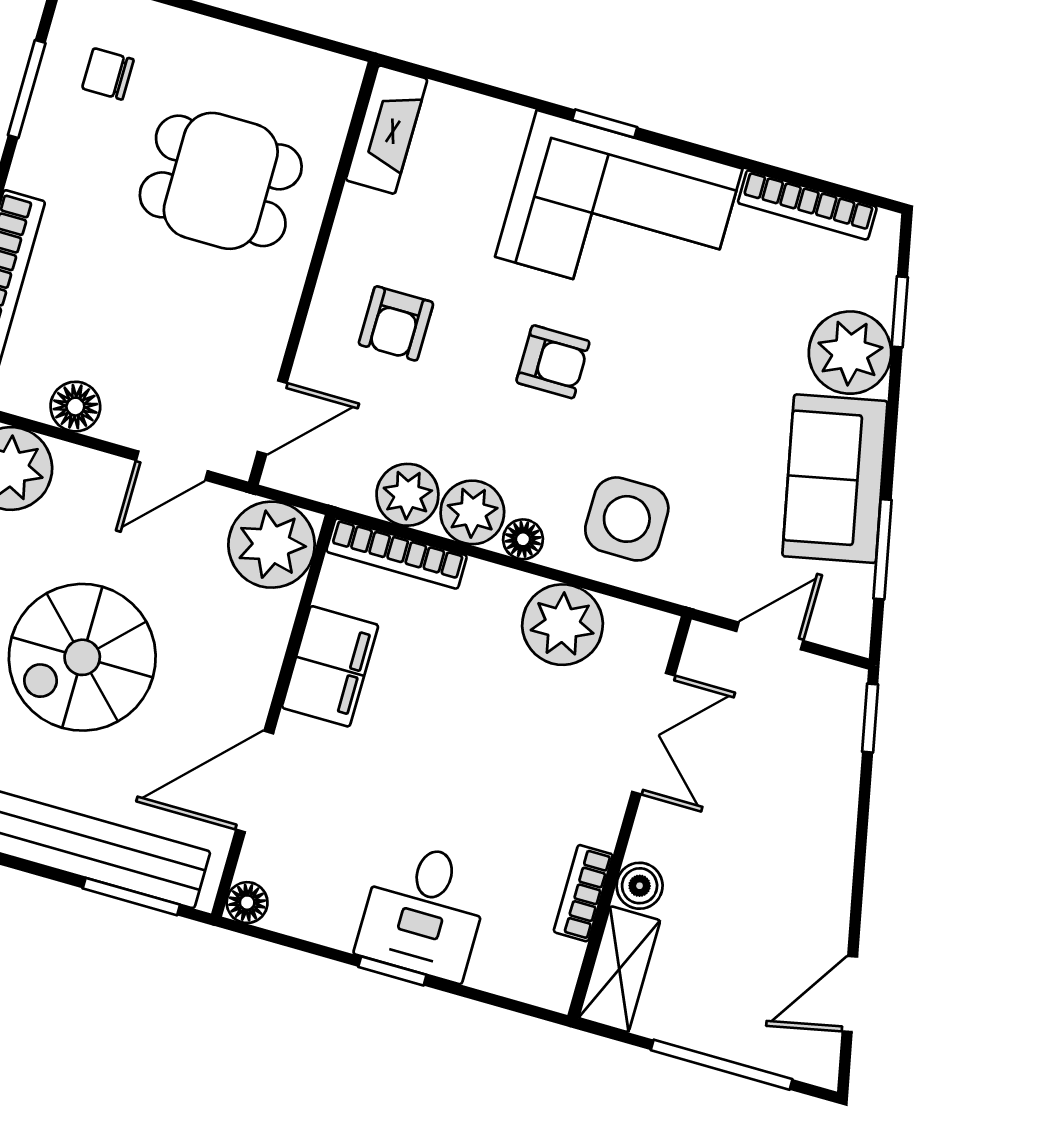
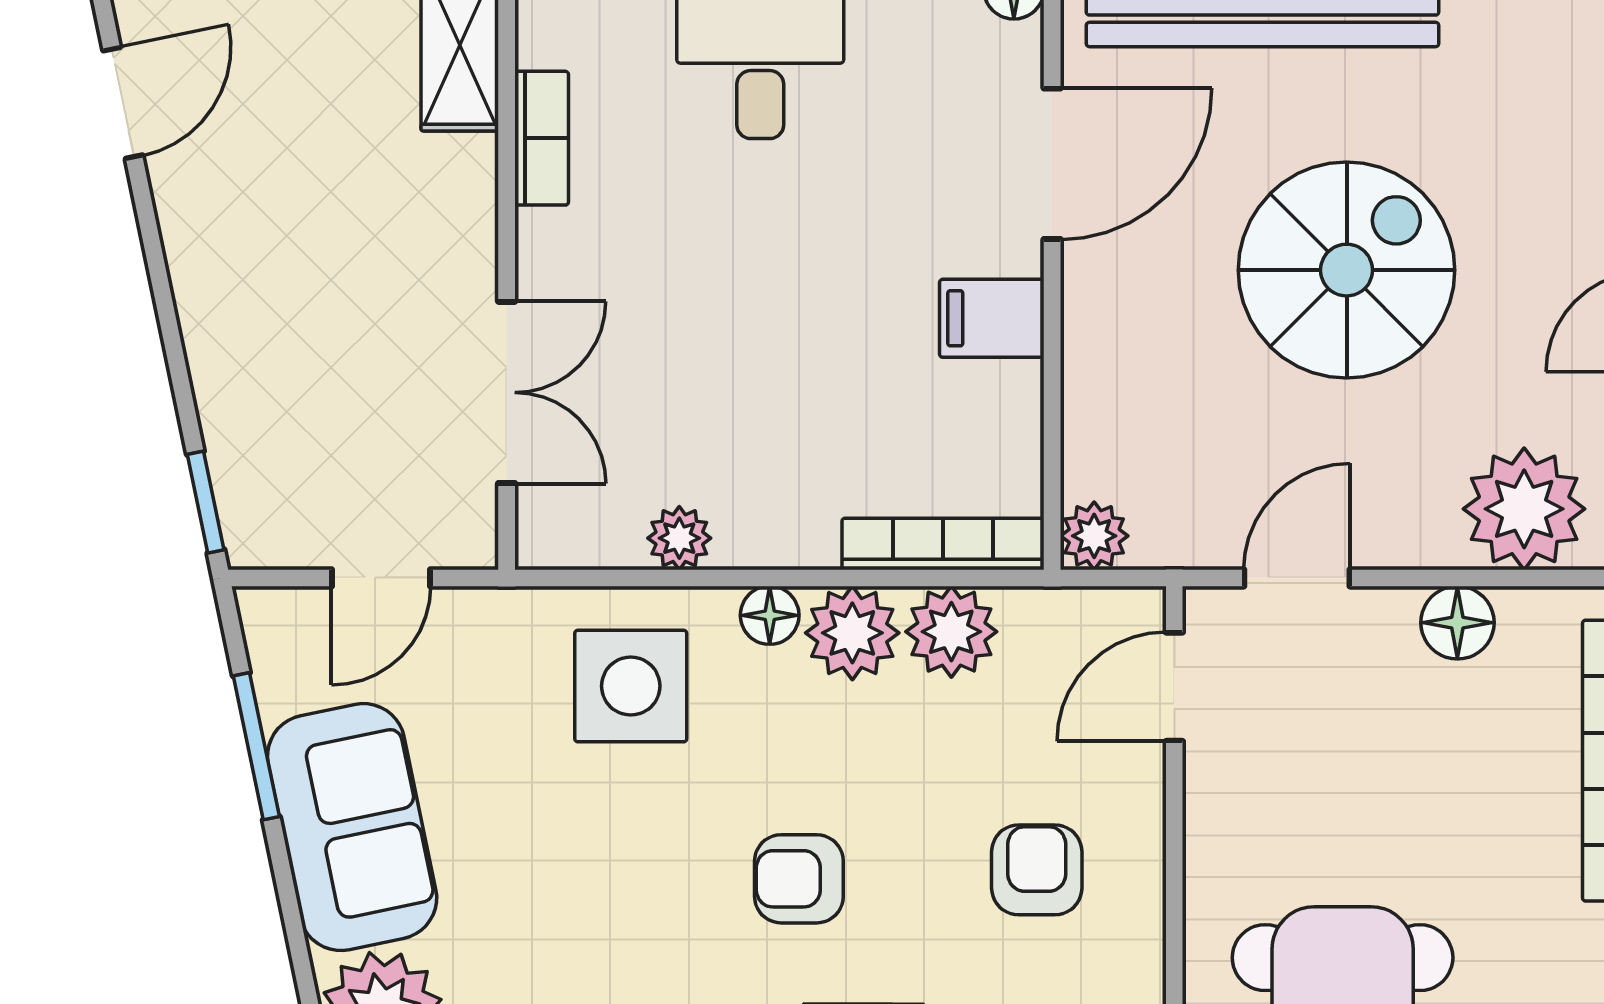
plant: (272, 545) -> (1094, 536), width x0.53, depth x0.53
plant: (563, 625) -> (679, 538), width x0.53, depth x0.53
filing cabinet: (330, 666) -> (992, 318), width x0.50
double door: (653, 734) -> (507, 392), swing flipped
boiler: (640, 886) -> (465, 171), removed

